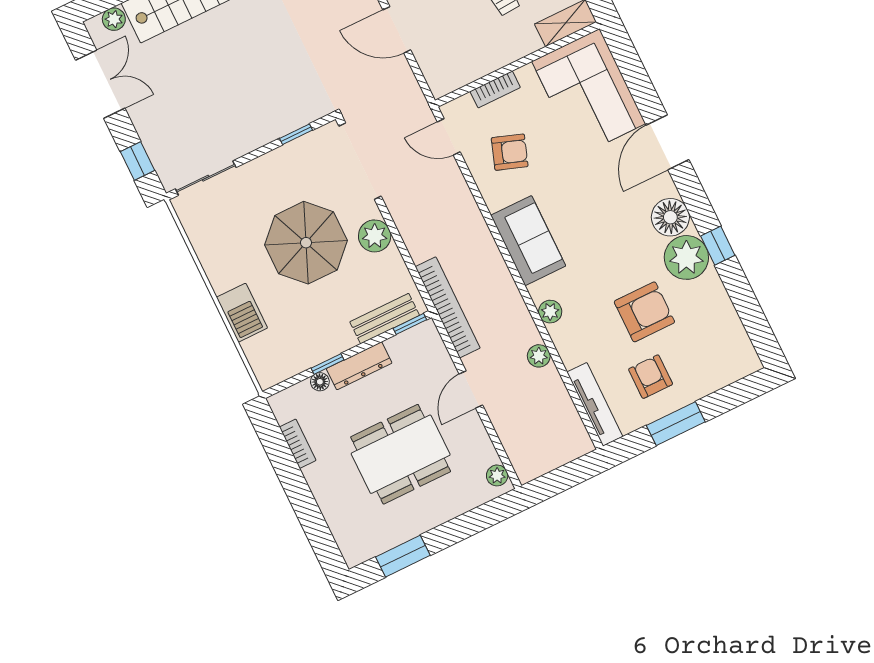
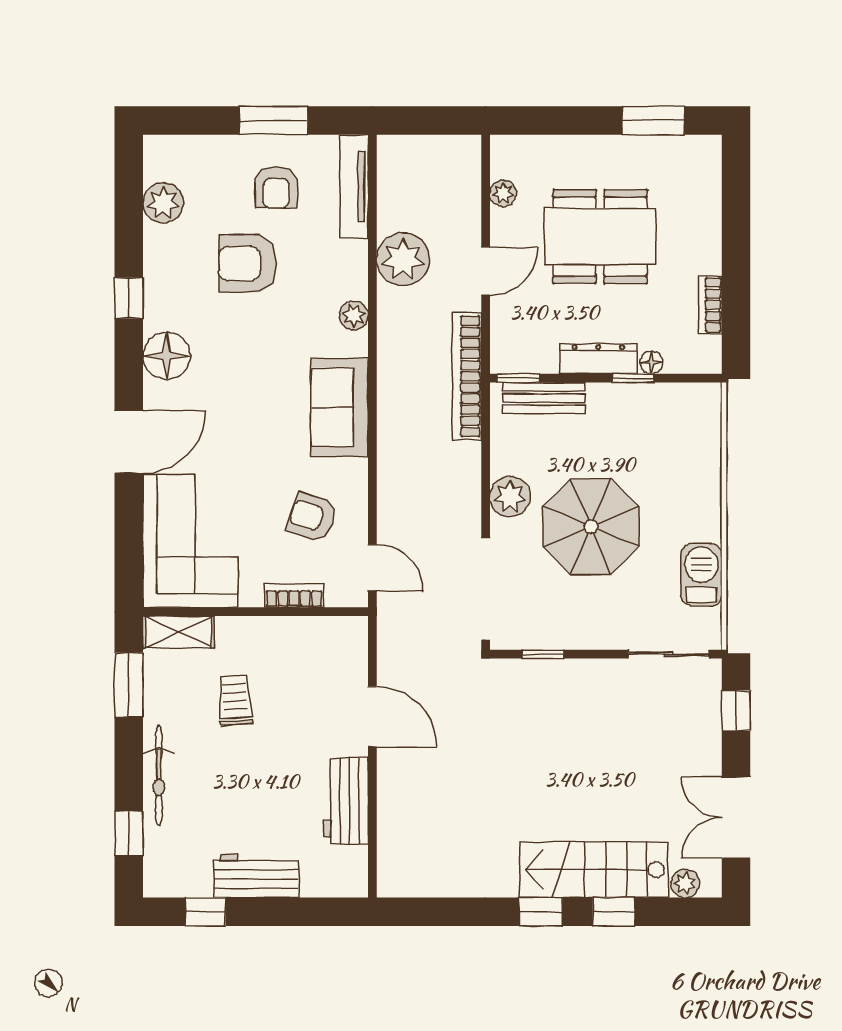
plant: (686, 257) -> (163, 203), moved, width x0.73, depth x0.73
barbecue: (242, 313) -> (701, 575), moved
plant: (539, 356) -> (403, 259), width x1.88, depth x1.88
plant: (497, 475) -> (503, 193), moved

